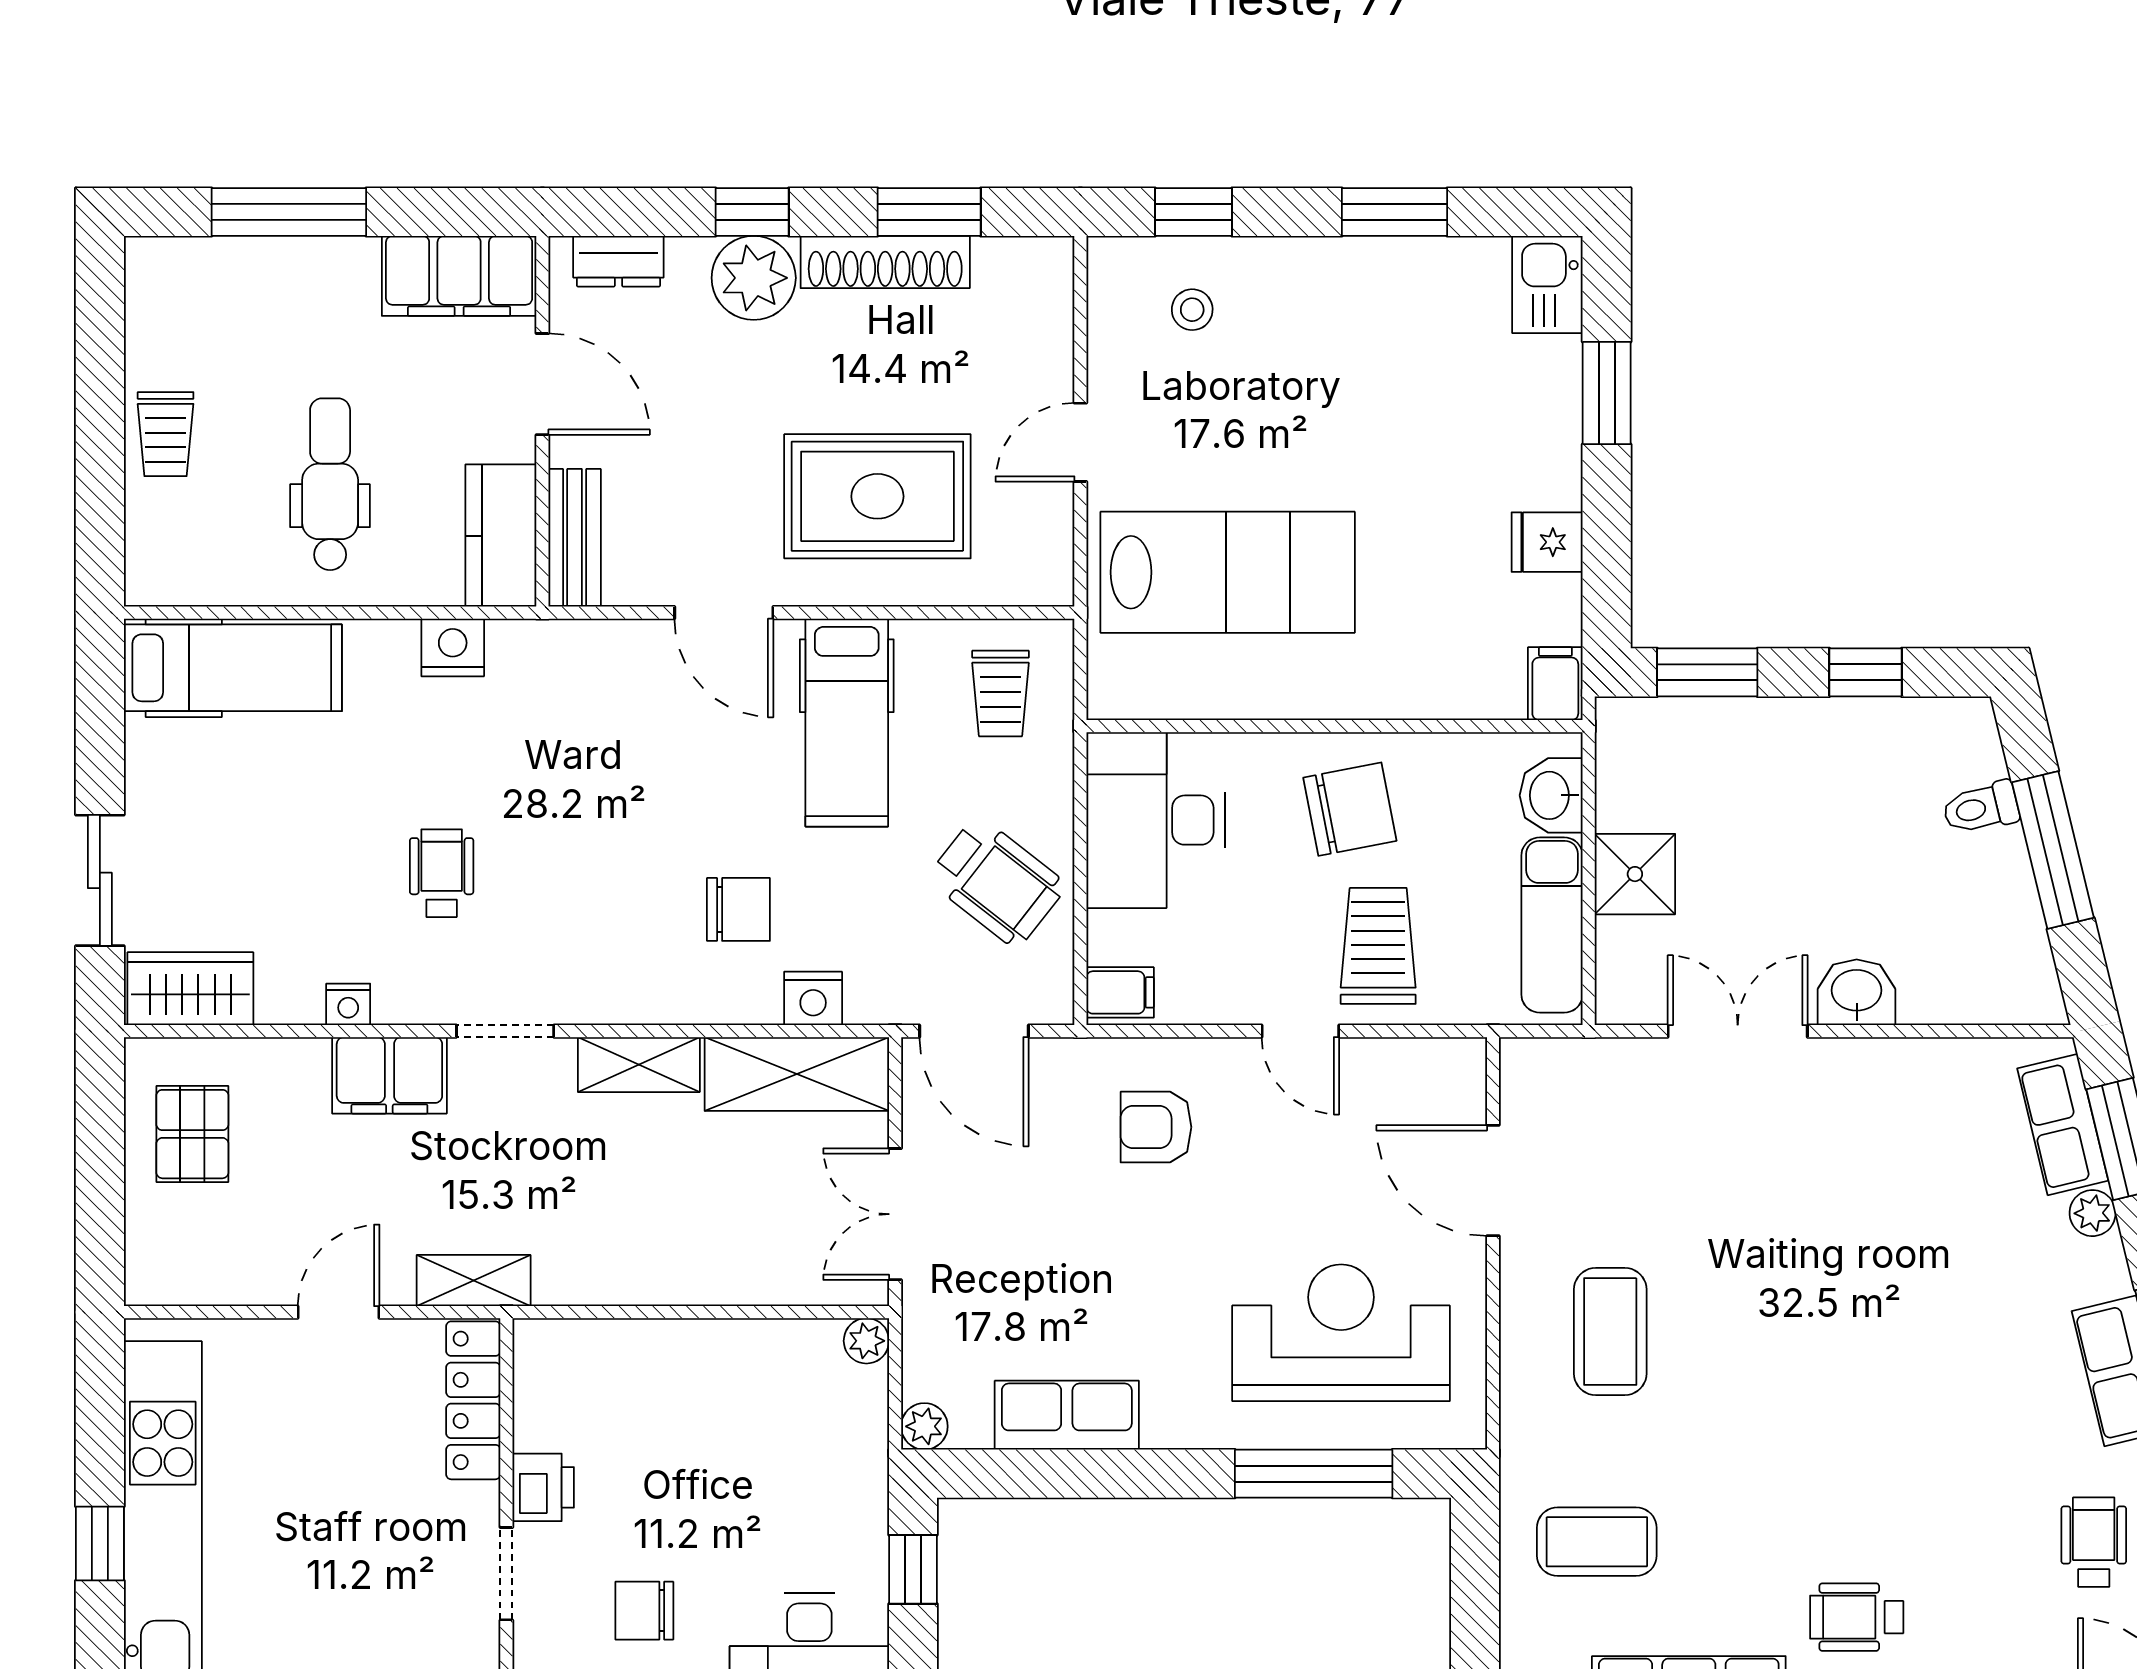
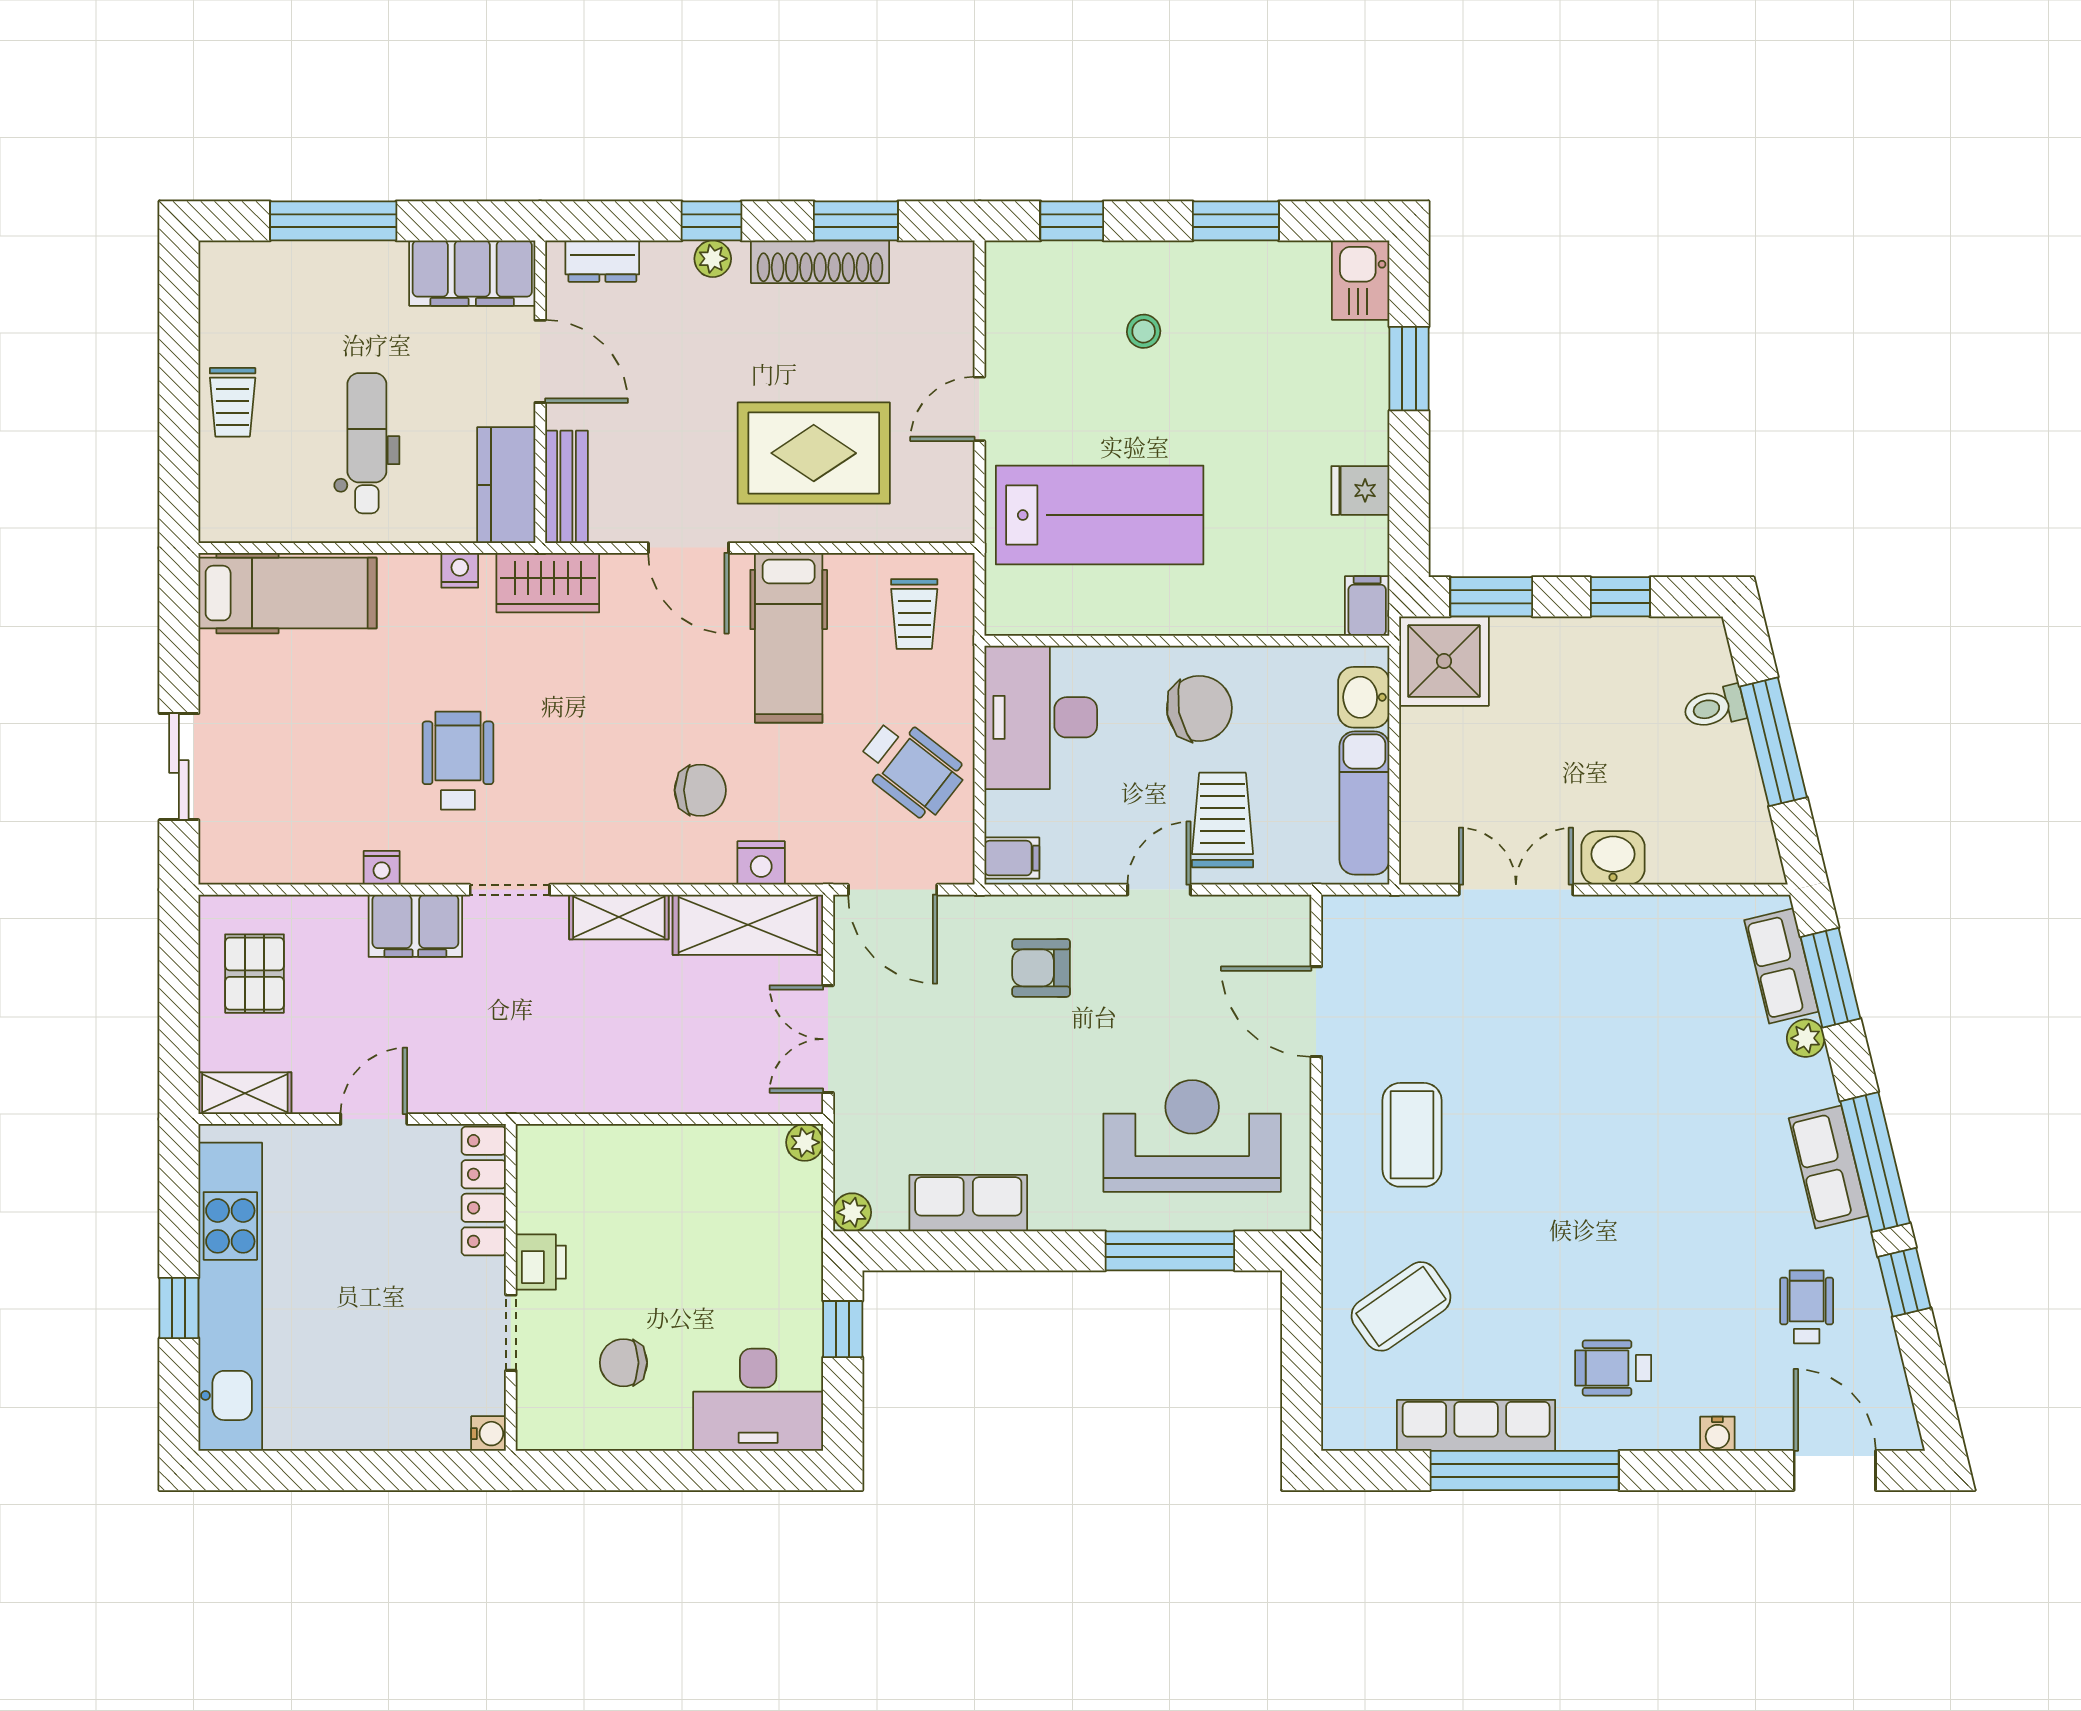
plant: (754, 278) -> (713, 259), width x0.53, depth x0.53
stool: (1192, 310) -> (1144, 331), moved
nightstand: (453, 647) -> (460, 570), width x0.72, depth x0.74
wheelchair: (442, 873) -> (458, 761), width x1.36, depth x1.37
shower: (1635, 874) -> (1444, 661), moved, width x1.36, depth x1.36
wardrobe: (190, 989) -> (548, 583), moved, turned 180
door: (1300, 1031) -> (1159, 890), swing flipped
shelving: (474, 1281) -> (245, 1093), moved
coffee table: (1597, 1542) -> (1401, 1306), turned -35

